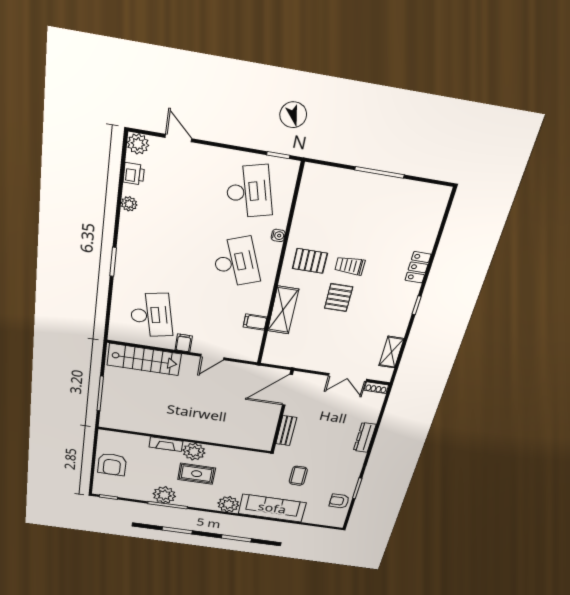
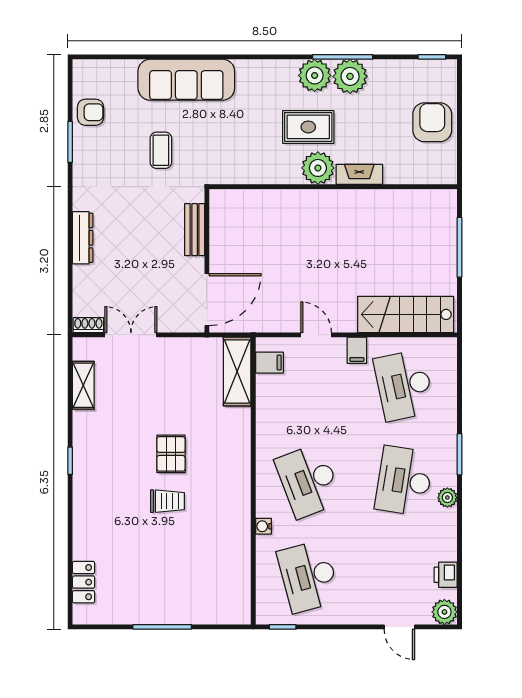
plant: (129, 204) -> (447, 498), moved
desk: (160, 250) -> (404, 481), added
pallet: (310, 261) -> (218, 499), removed
locker: (418, 267) -> (84, 582), moved
shelving: (283, 310) -> (237, 372), moved
filing cabinet: (255, 322) -> (269, 363), moved
door: (212, 357) -> (316, 335), hinge flipped
plant: (228, 504) -> (315, 75), moved

